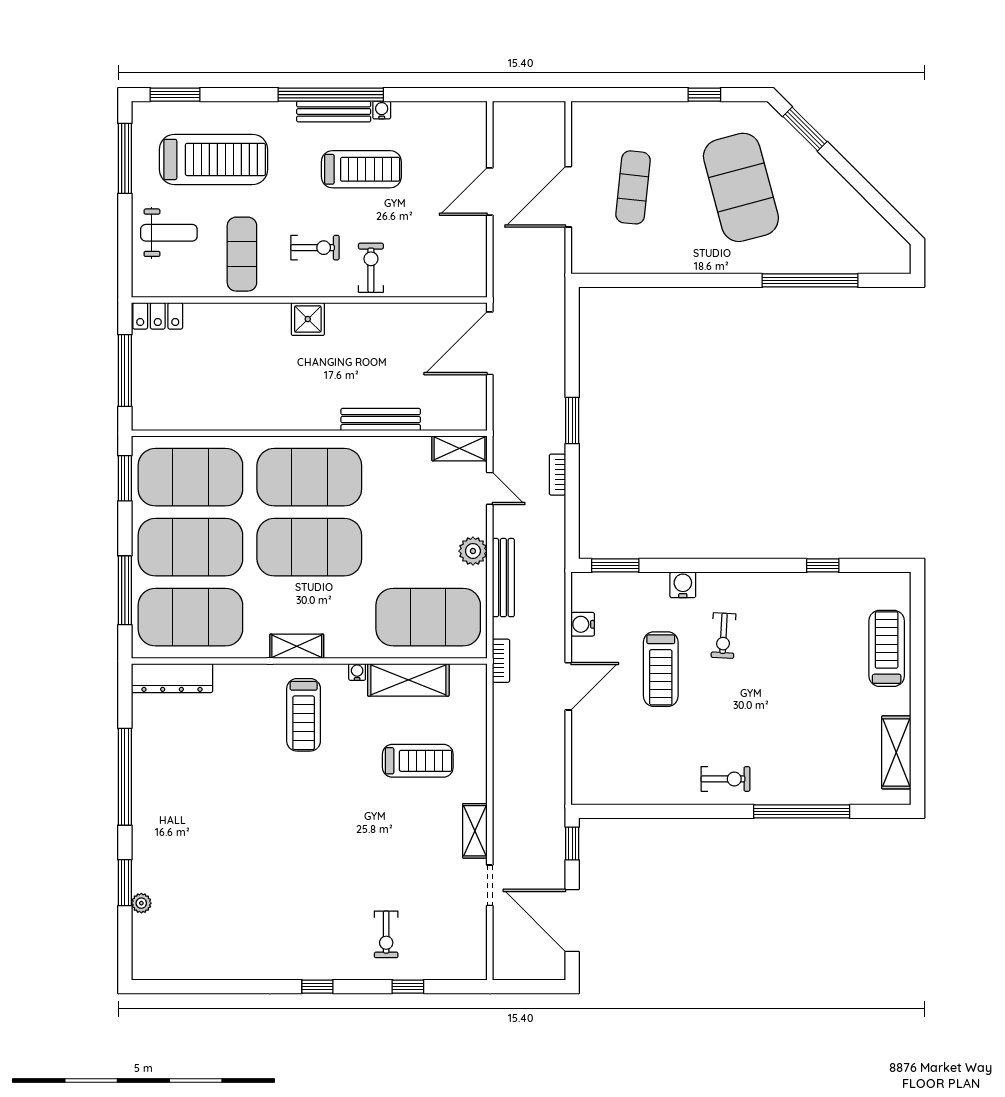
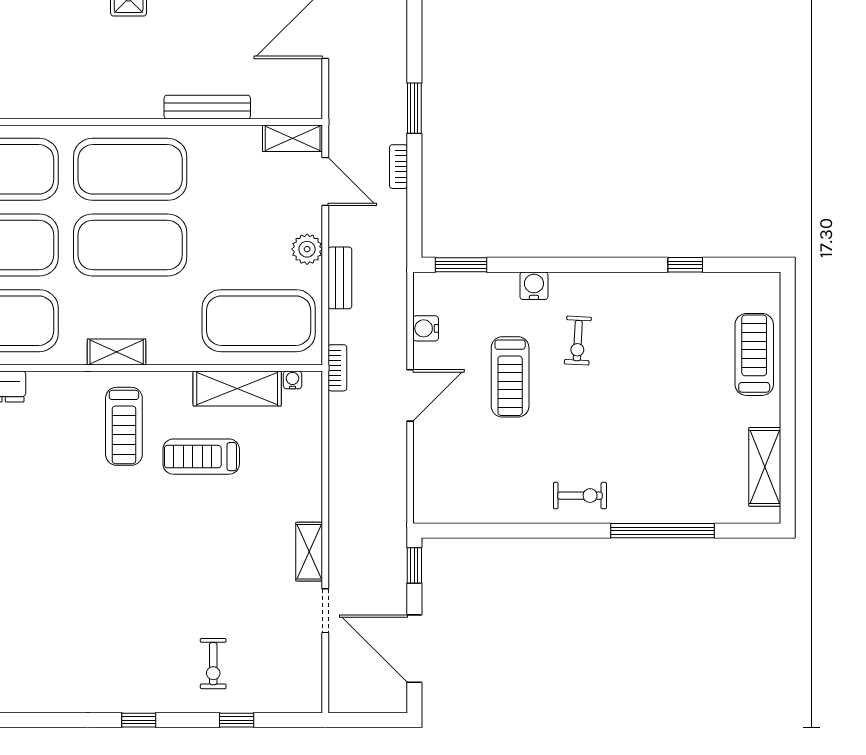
door: (490, 488) -> (325, 181), width x1.37
bench: (503, 578) -> (340, 278), width x0.73
water cooler: (357, 672) -> (293, 380), moved
treadmill: (418, 761) -> (201, 457), moved, turned 180

